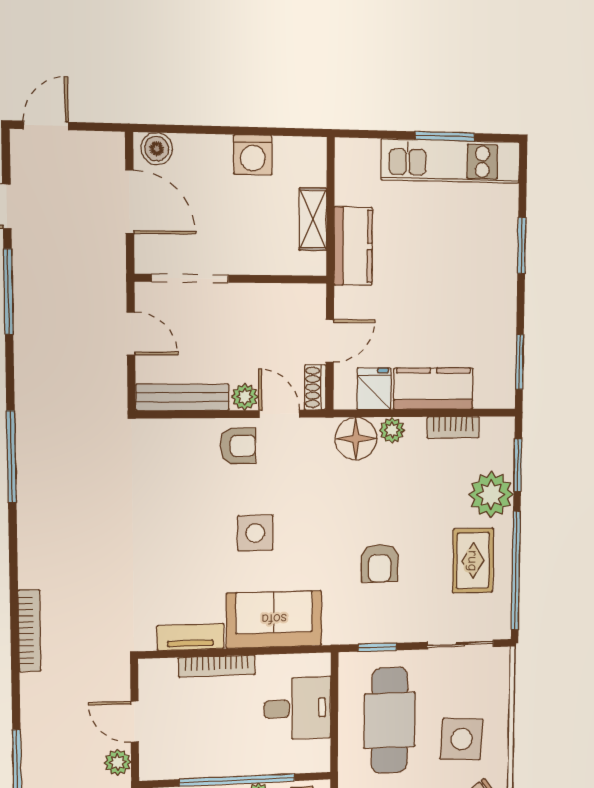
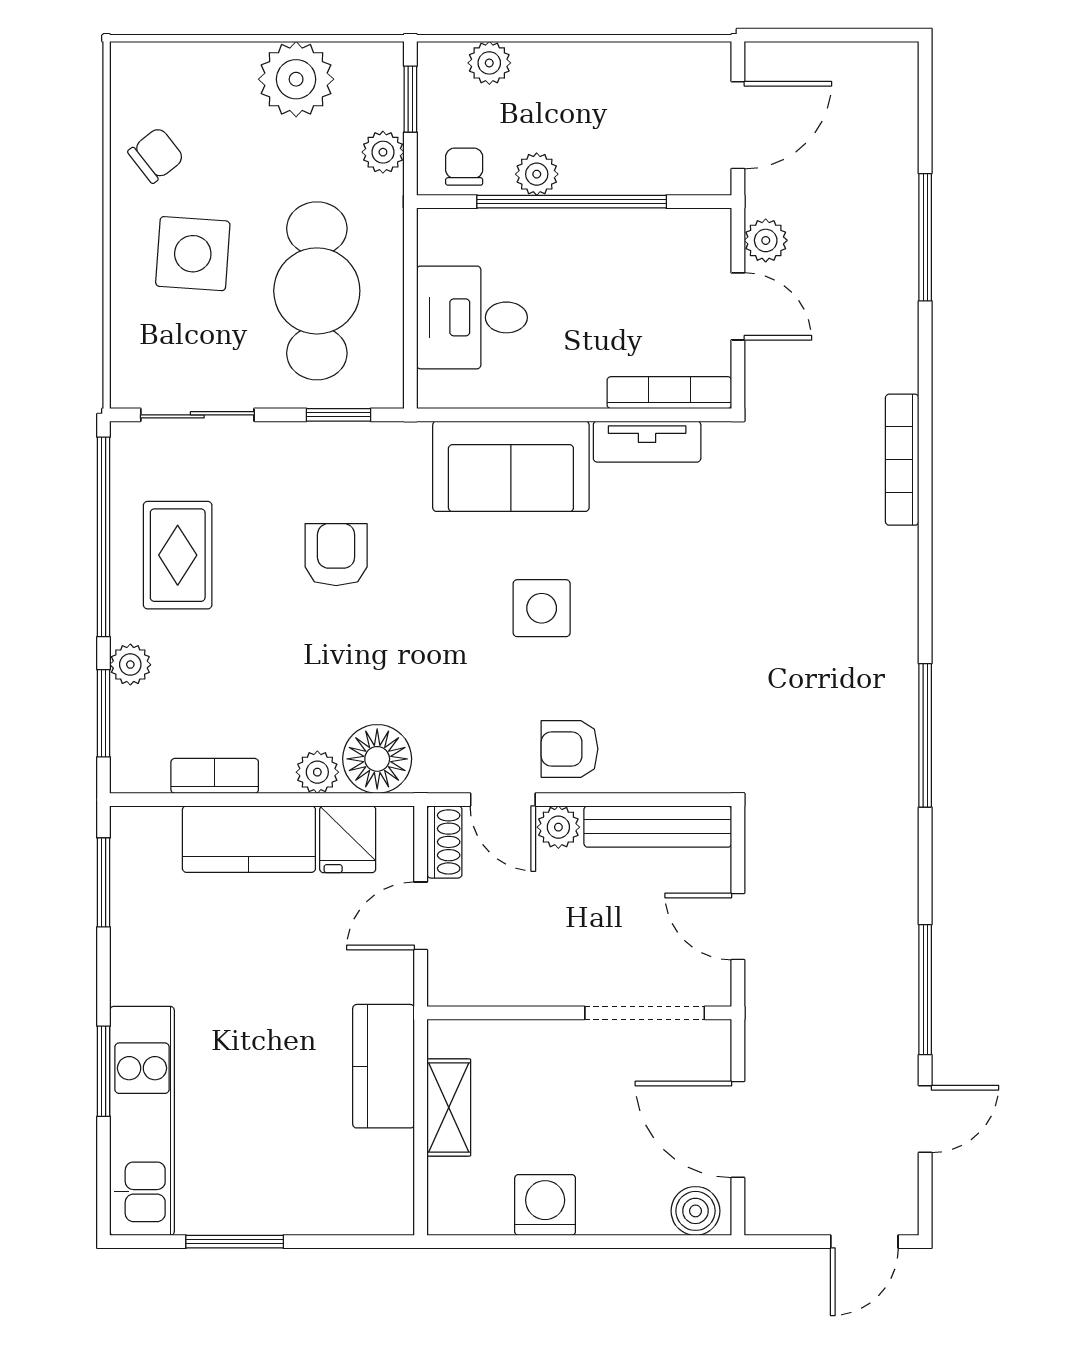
kitchen unit: (451, 161) -> (142, 1121), moved, turned 90
plant: (491, 495) -> (130, 665), width x0.53, depth x0.53
bookcase: (217, 666) -> (669, 393), moved

